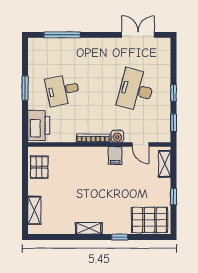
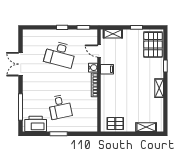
double door: (138, 35) -> (20, 64), moved
printer: (39, 125) -> (36, 124), moved
door: (140, 144) -> (99, 51), swing flipped

